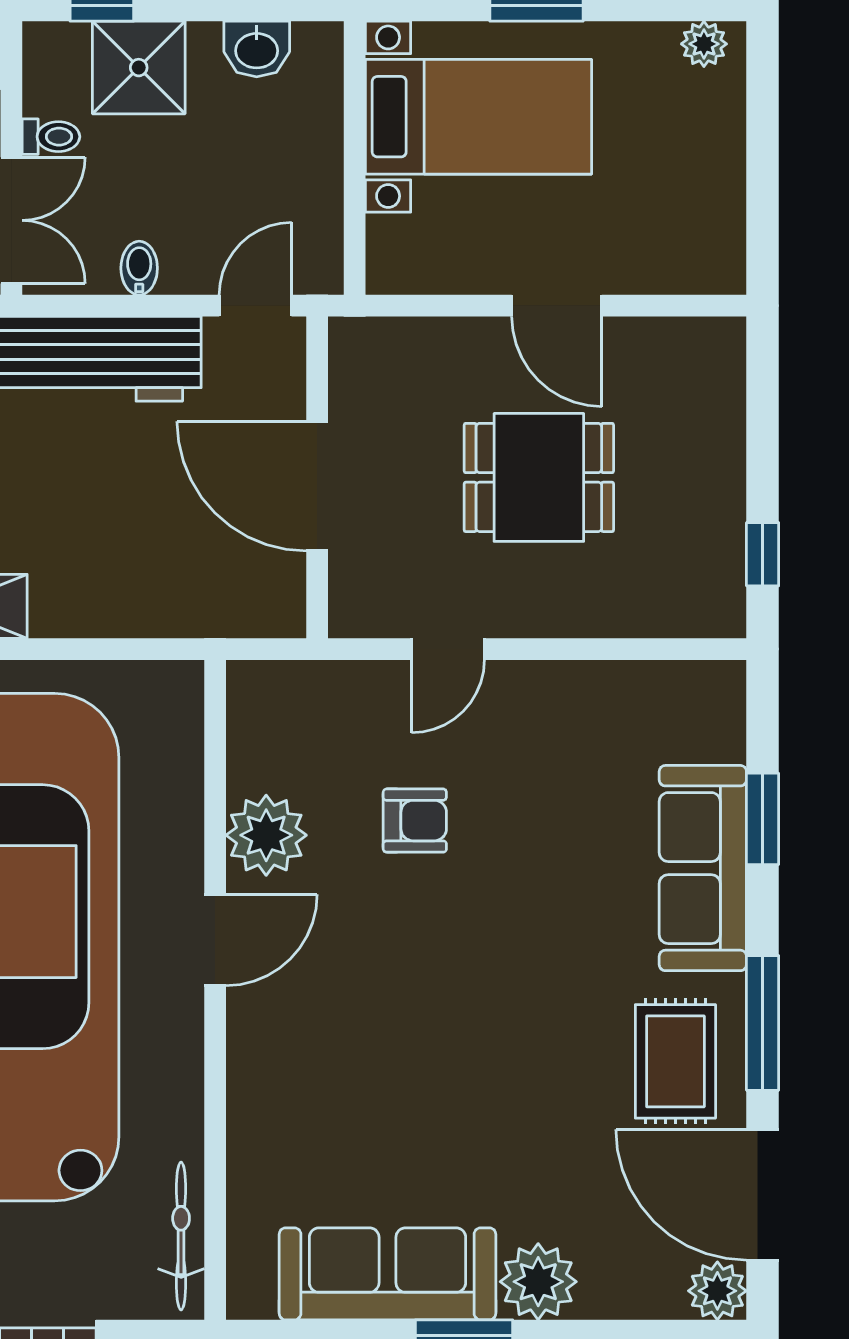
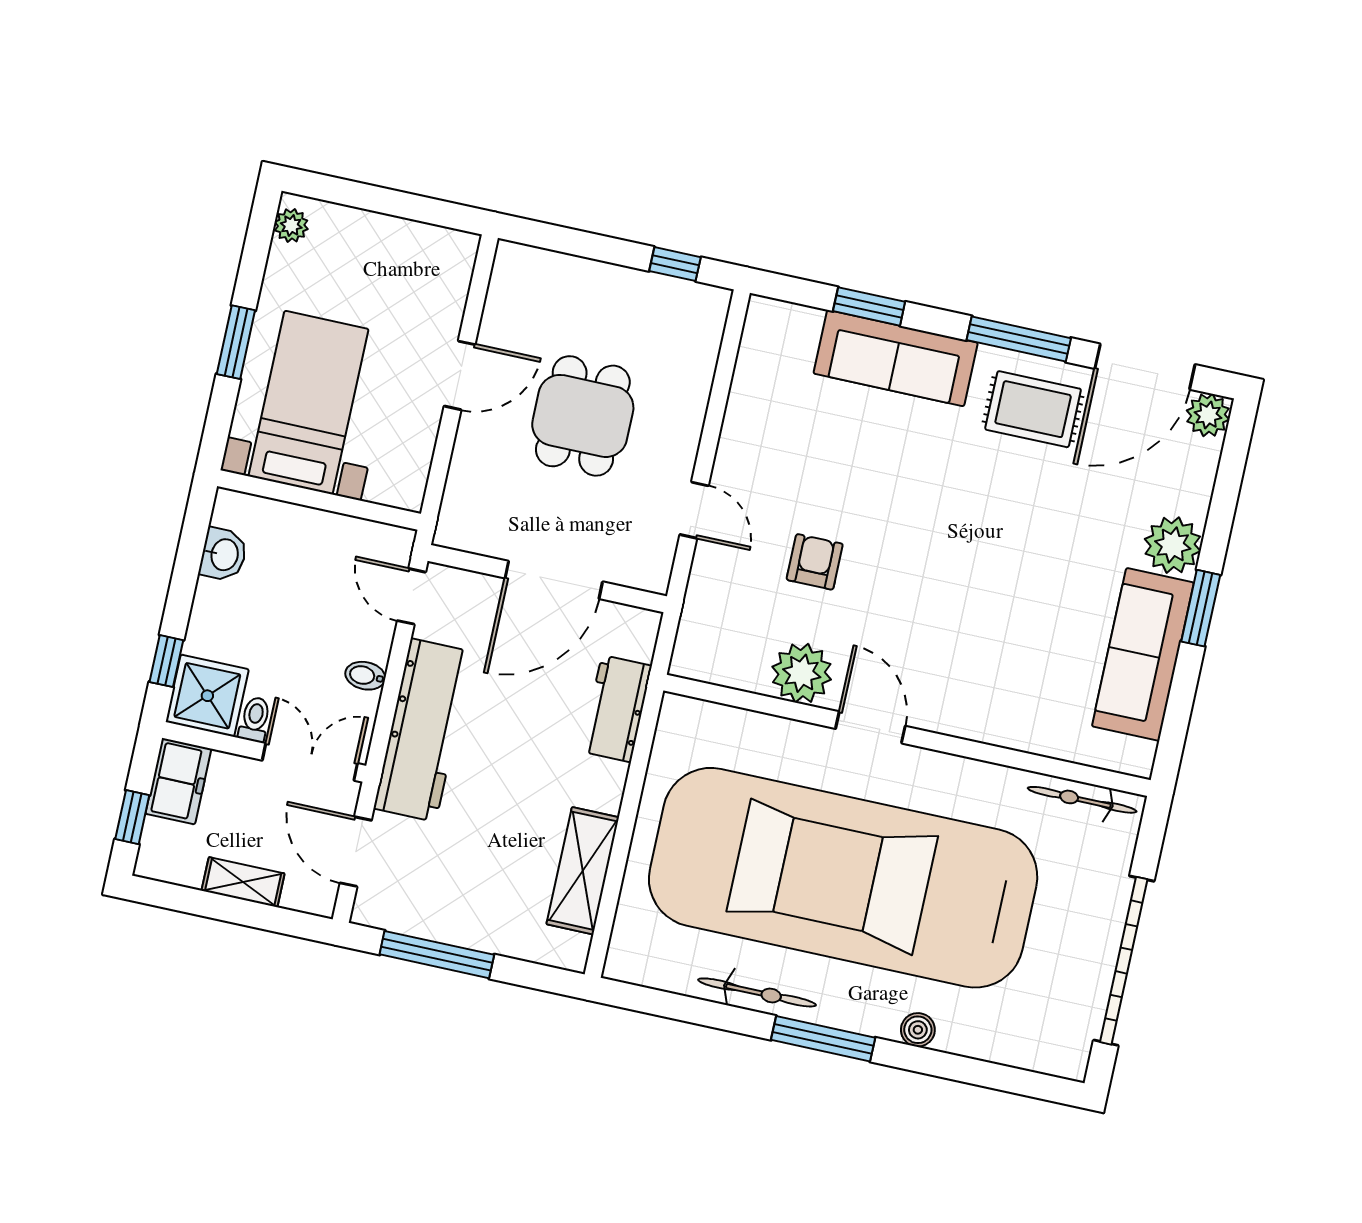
shower: (139, 68) -> (207, 696), moved
workbench: (167, 604) -> (616, 709), added

